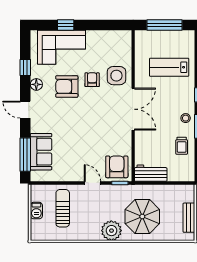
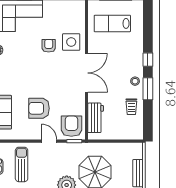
lab bench: (169, 67) -> (112, 23), moved
armchair: (67, 86) -> (39, 108), moved
workbench: (151, 173) -> (96, 118), moved, turned 90

